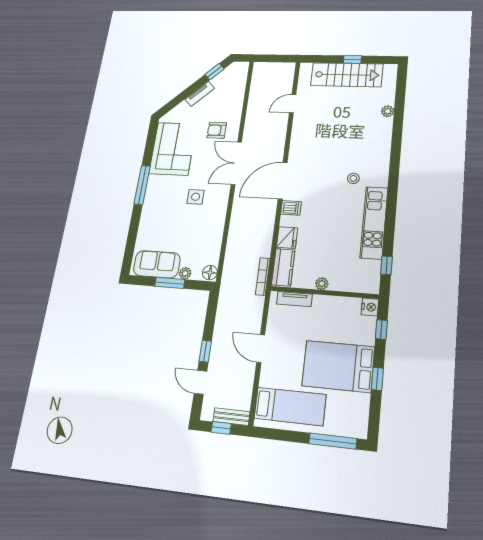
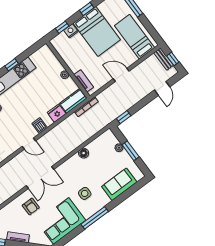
door: (283, 181) -> (29, 144), width x0.53
side table: (196, 197) -> (85, 193), moved
sofa: (157, 264) -> (119, 184), moved, turned 90
window: (387, 265) -> (12, 65), moved
floor lamp: (210, 273) -> (84, 153), moved
nightstand: (370, 307) -> (71, 31), moved
door: (261, 349) -> (121, 75), swing flipped
window: (205, 351) -> (124, 117), moved

